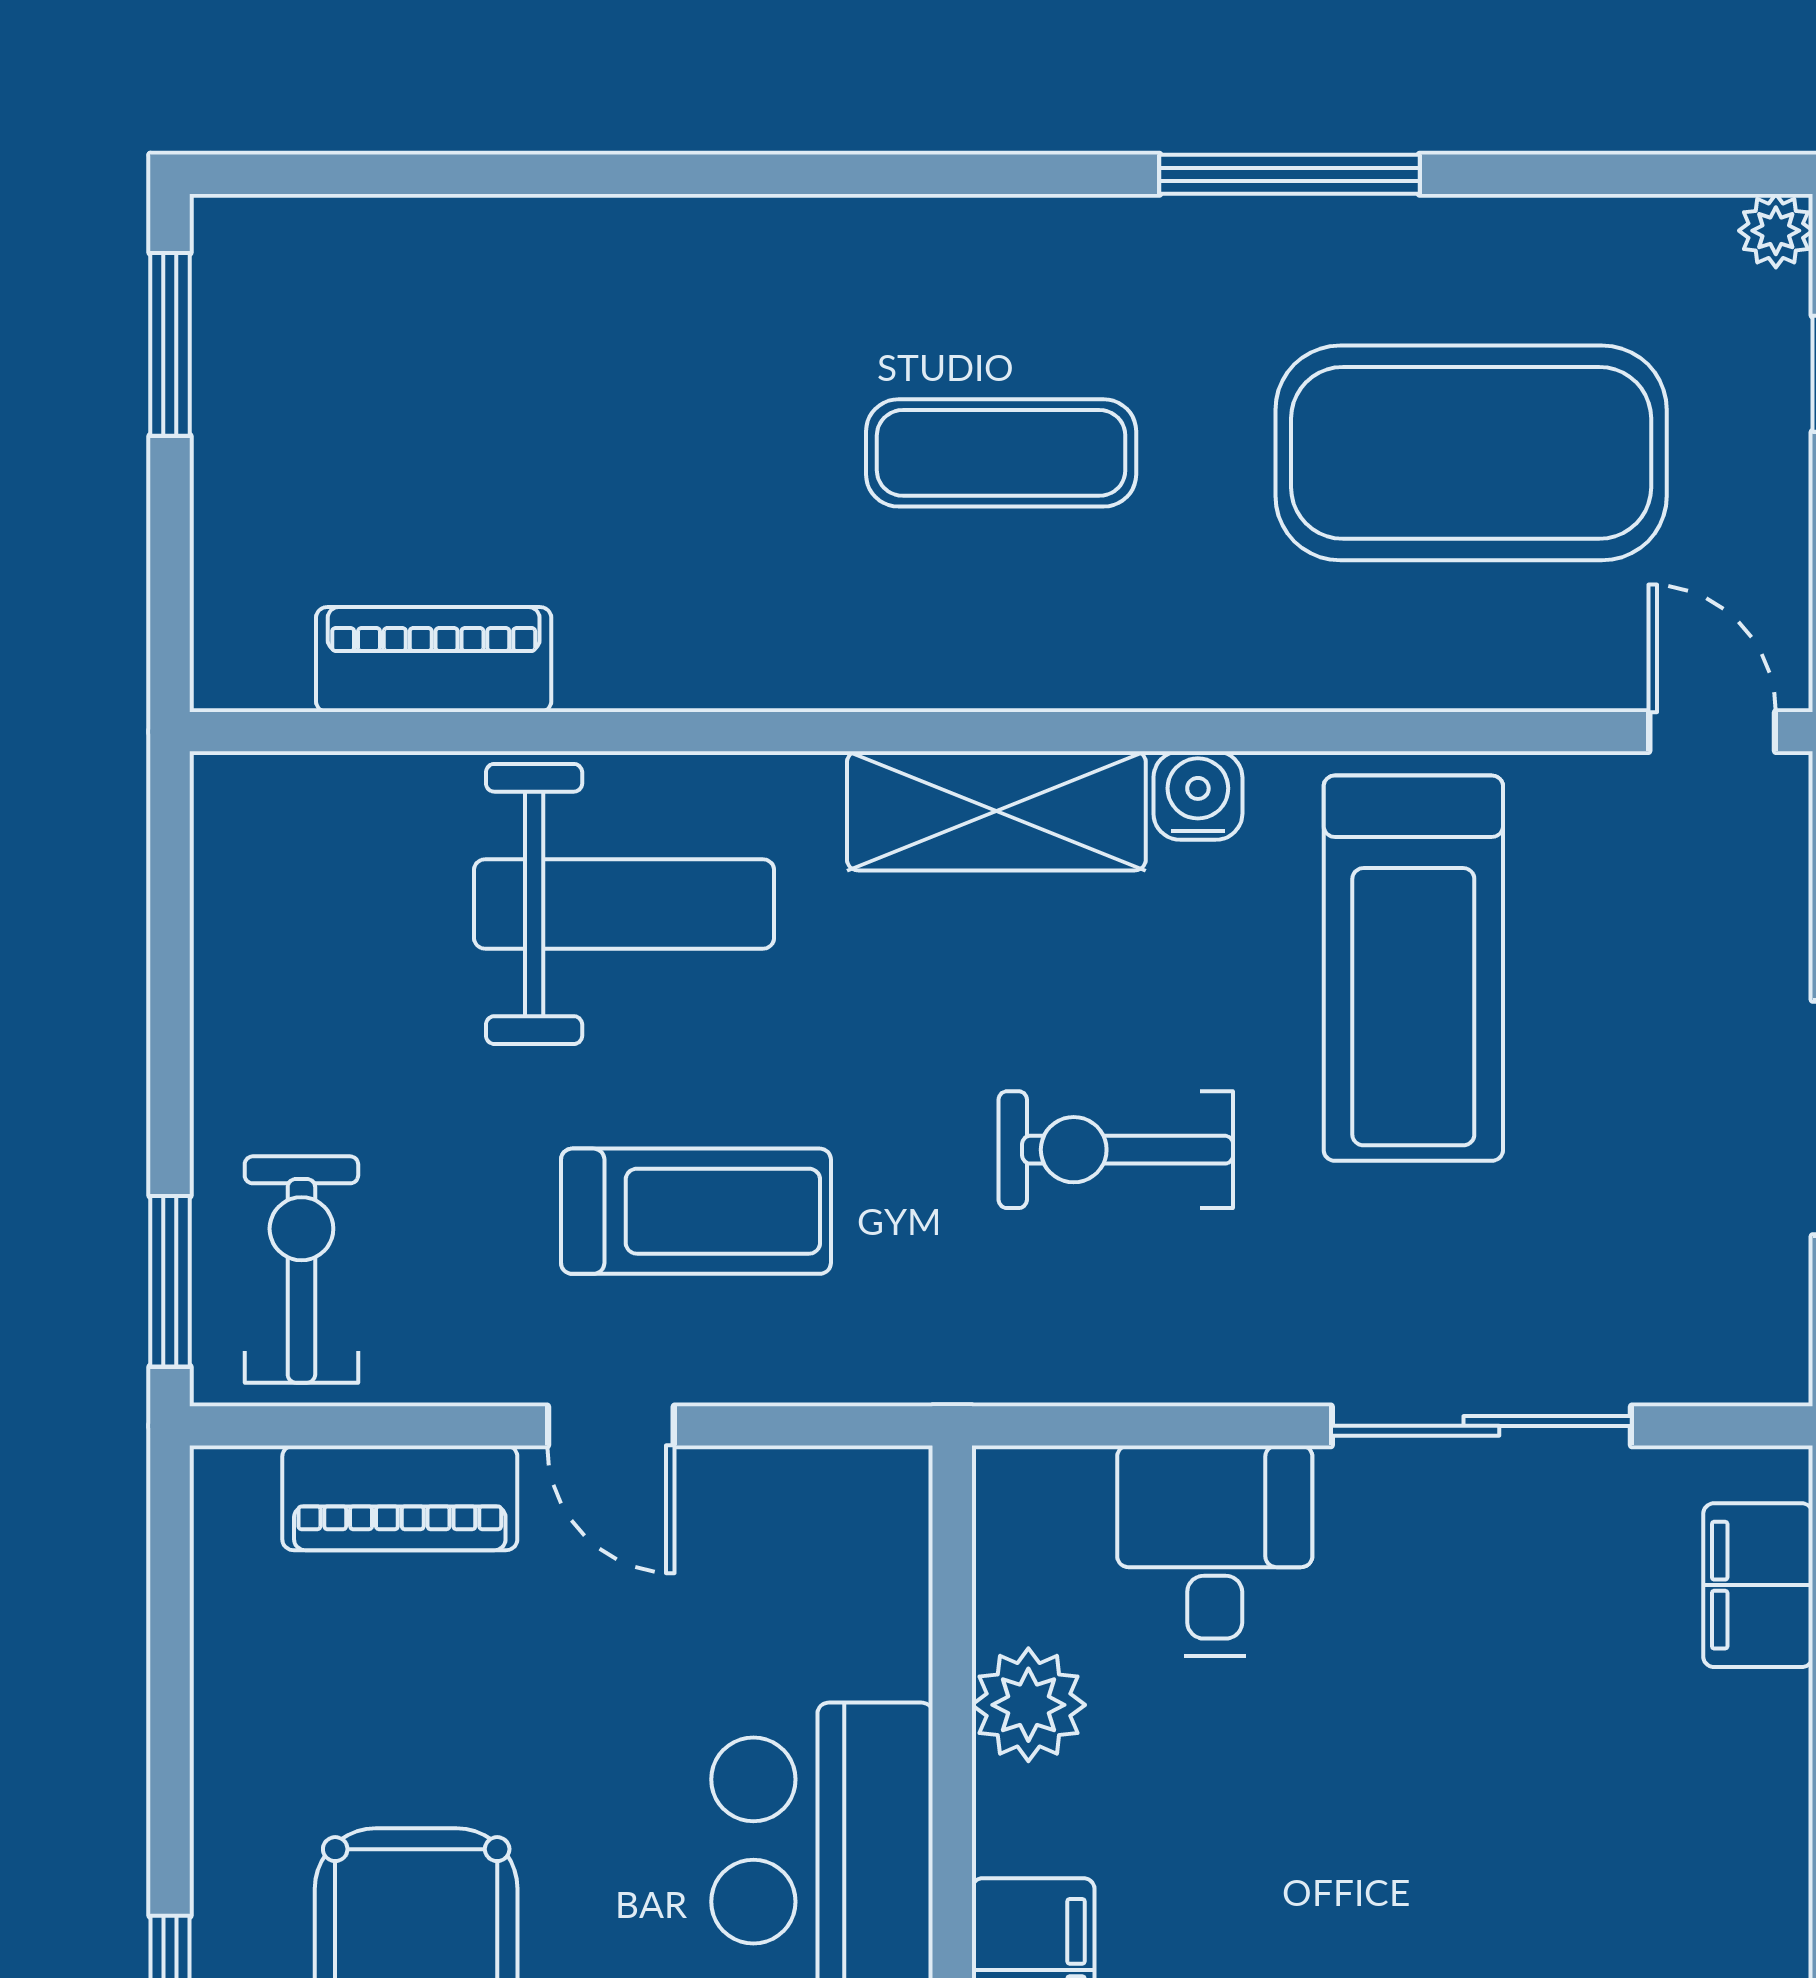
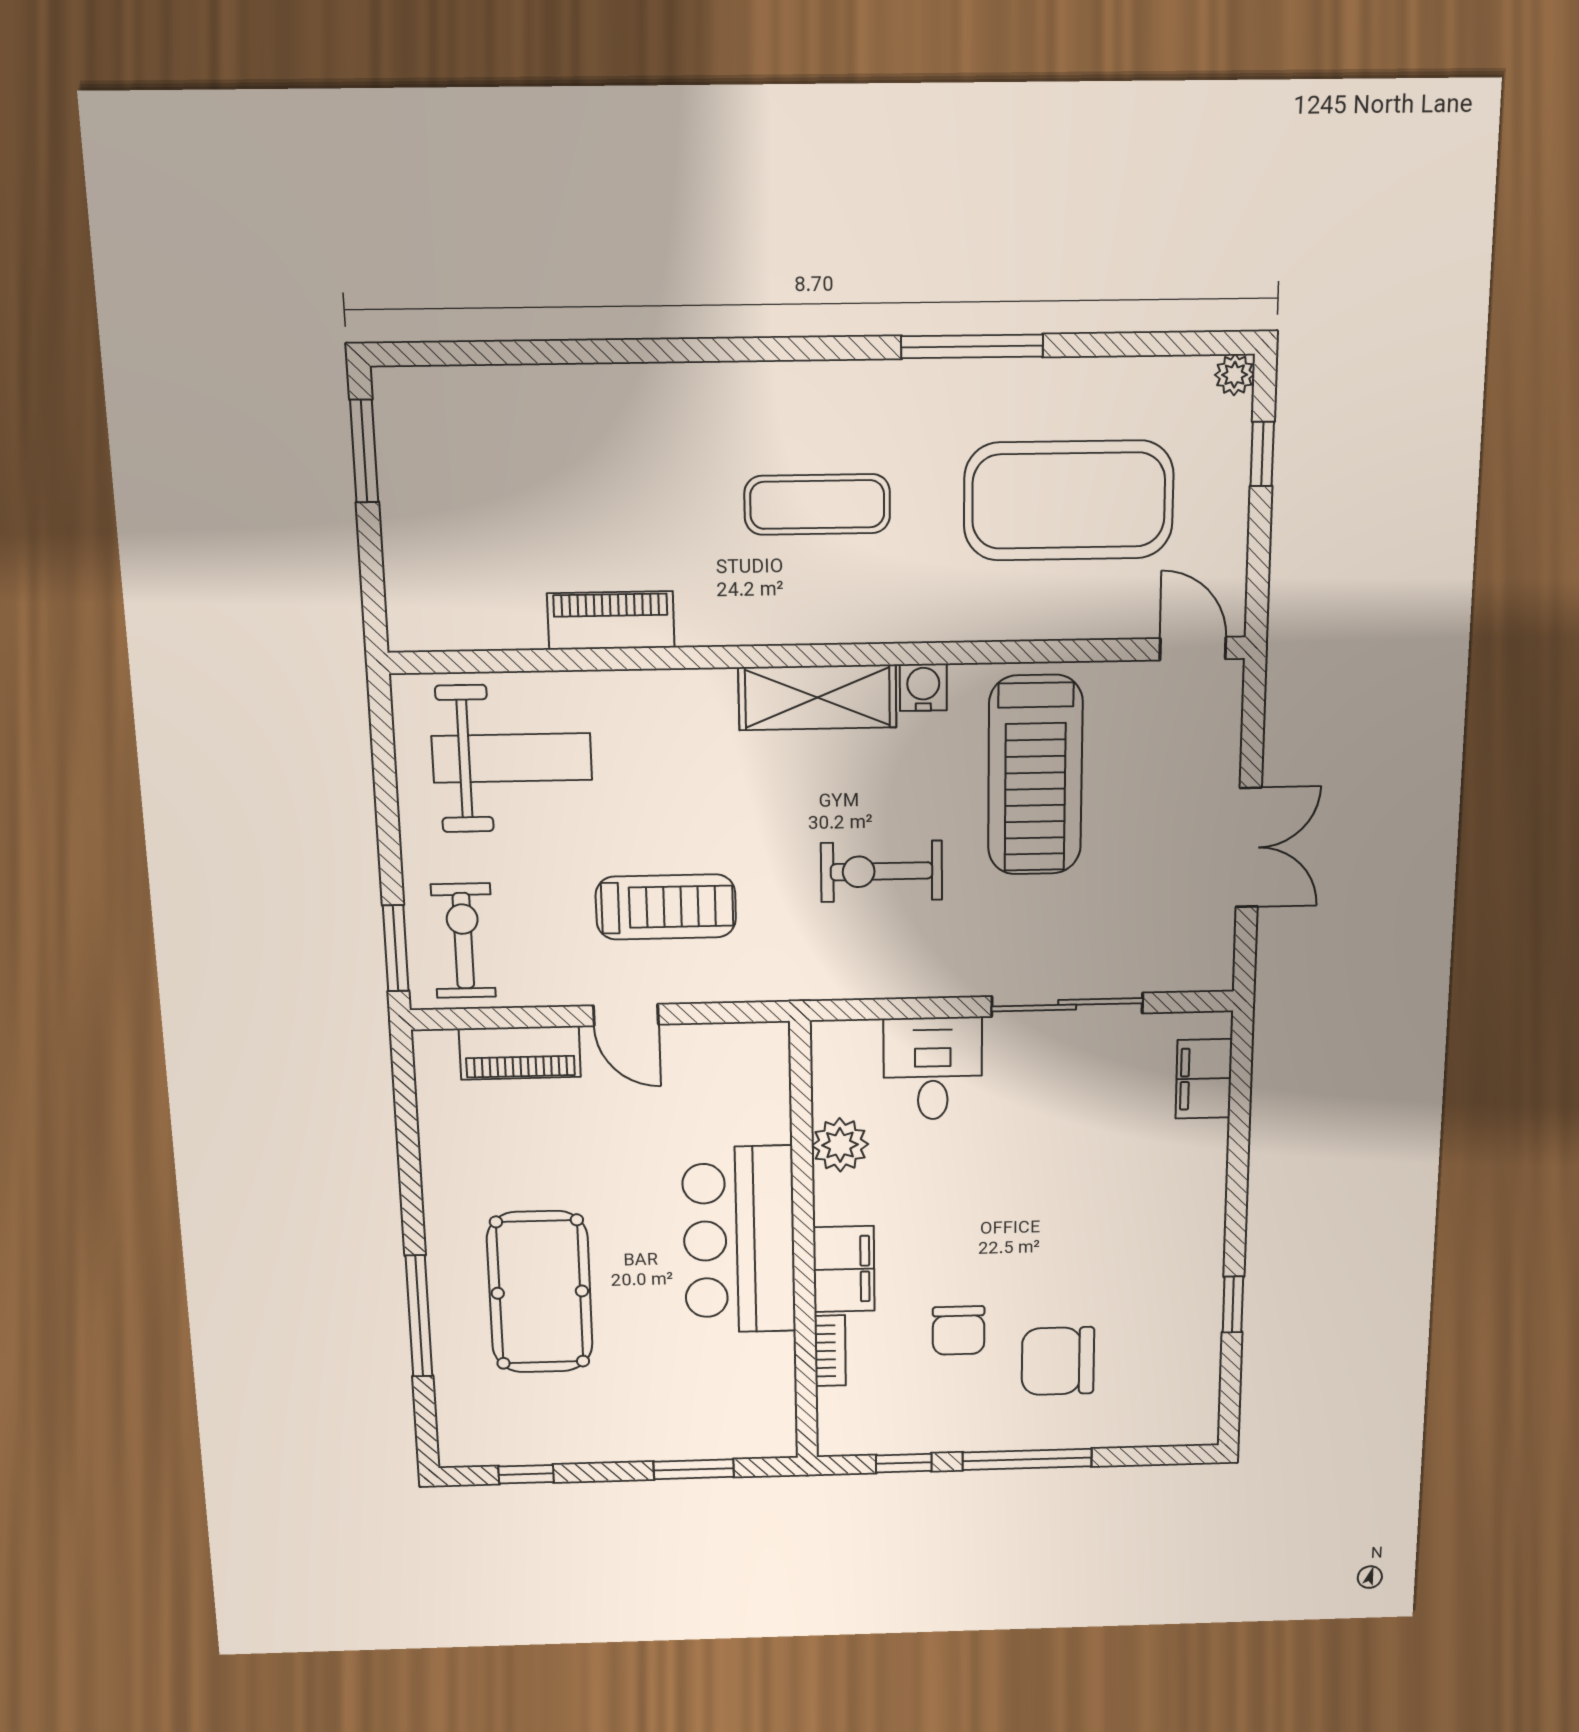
piano: (434, 659) -> (611, 620), moved
weight bench: (624, 904) -> (512, 758), moved

